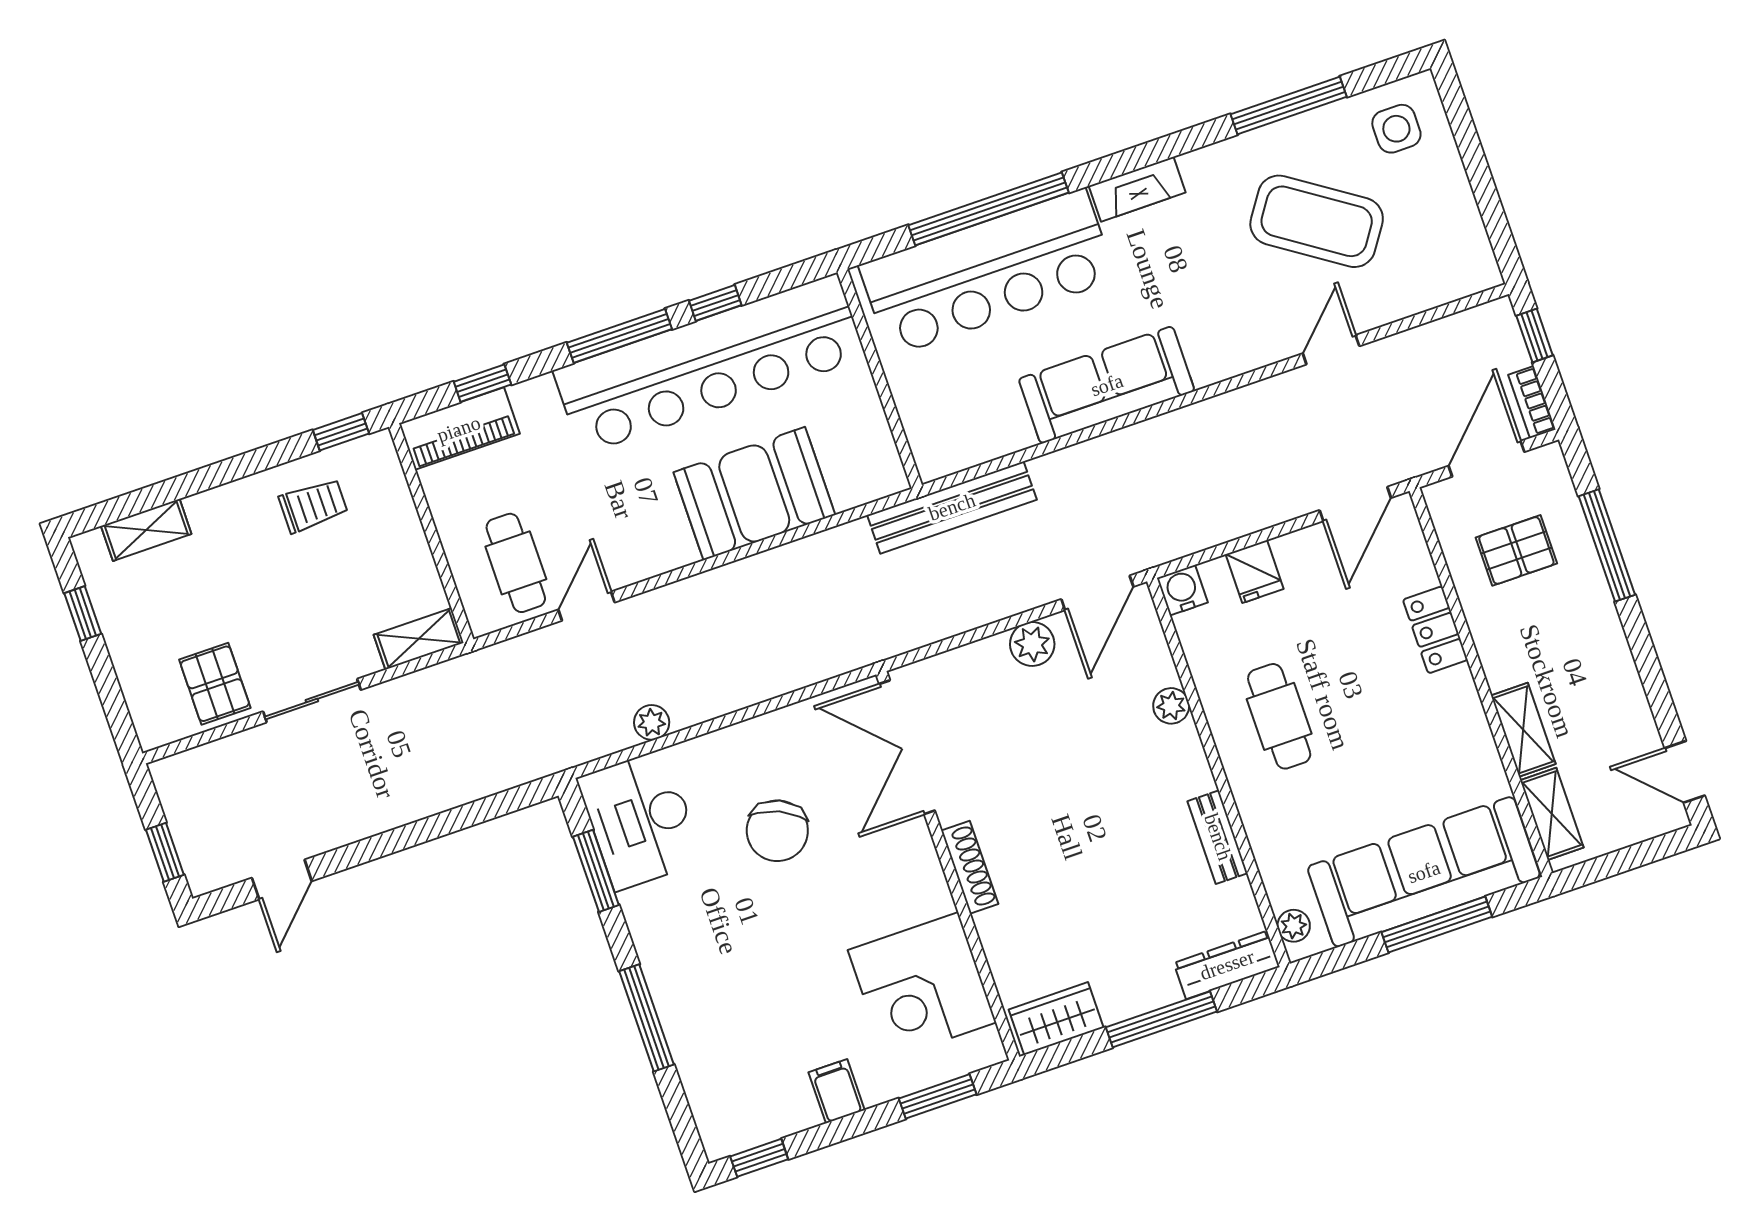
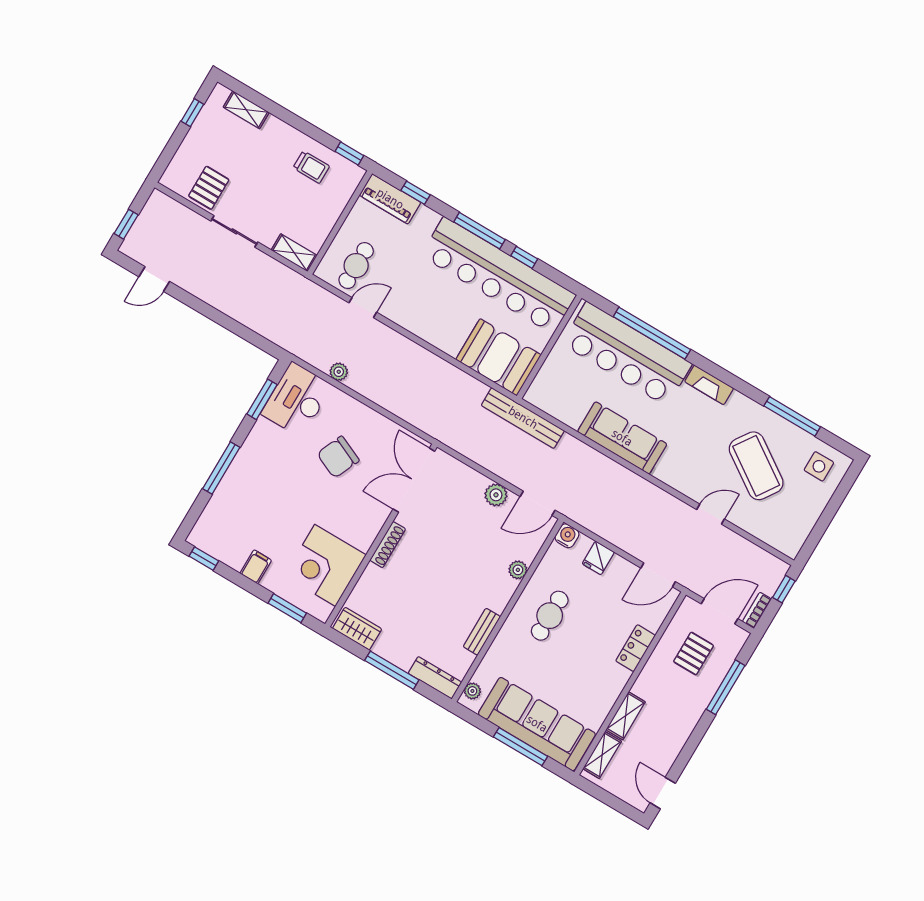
booth: (754, 494) -> (498, 357), moved
pallet: (1516, 550) -> (694, 654), turned 90

